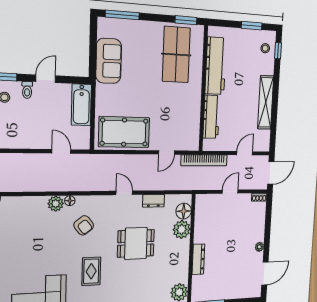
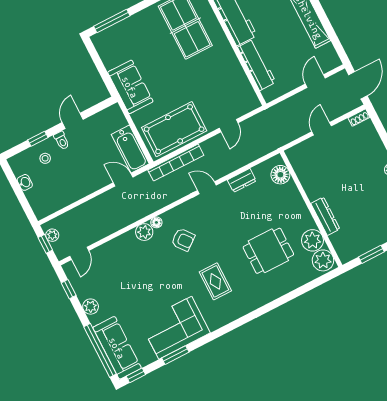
sofa: (109, 61) -> (130, 87), moved
bathtub: (81, 105) -> (130, 149), moved
bookcase: (204, 160) -> (176, 163), moved
plant: (182, 229) -> (312, 240), moved
dining table: (136, 243) -> (268, 251), moved

